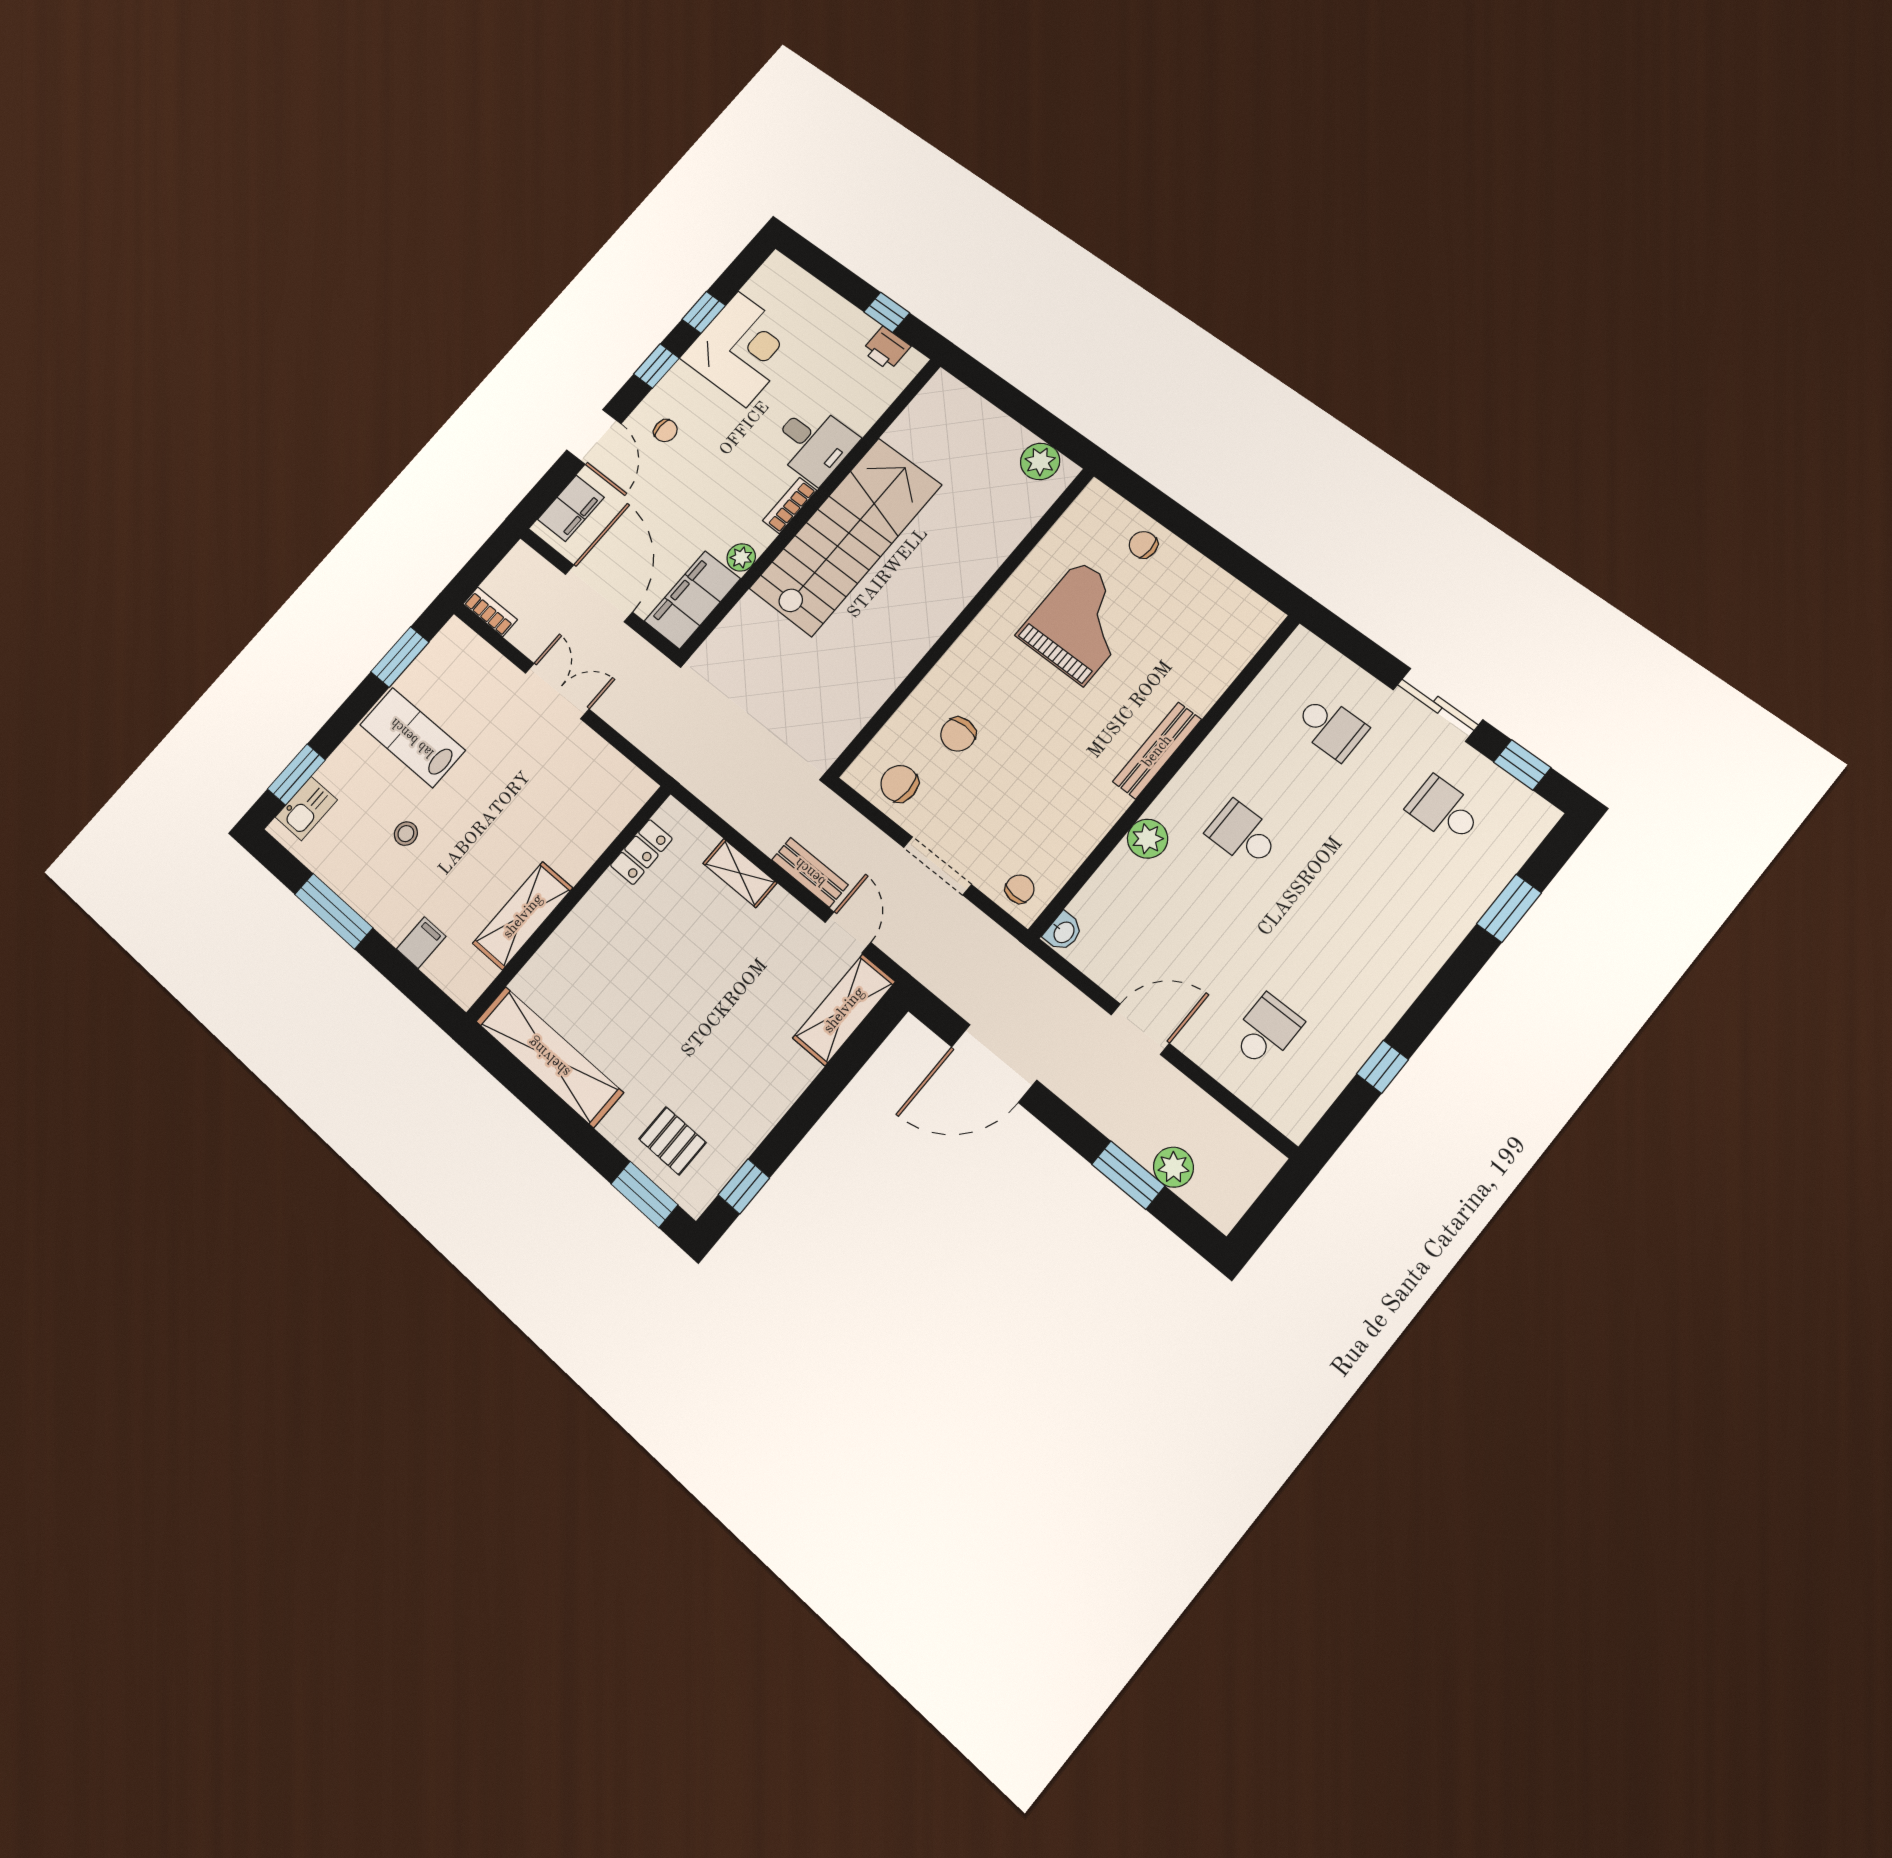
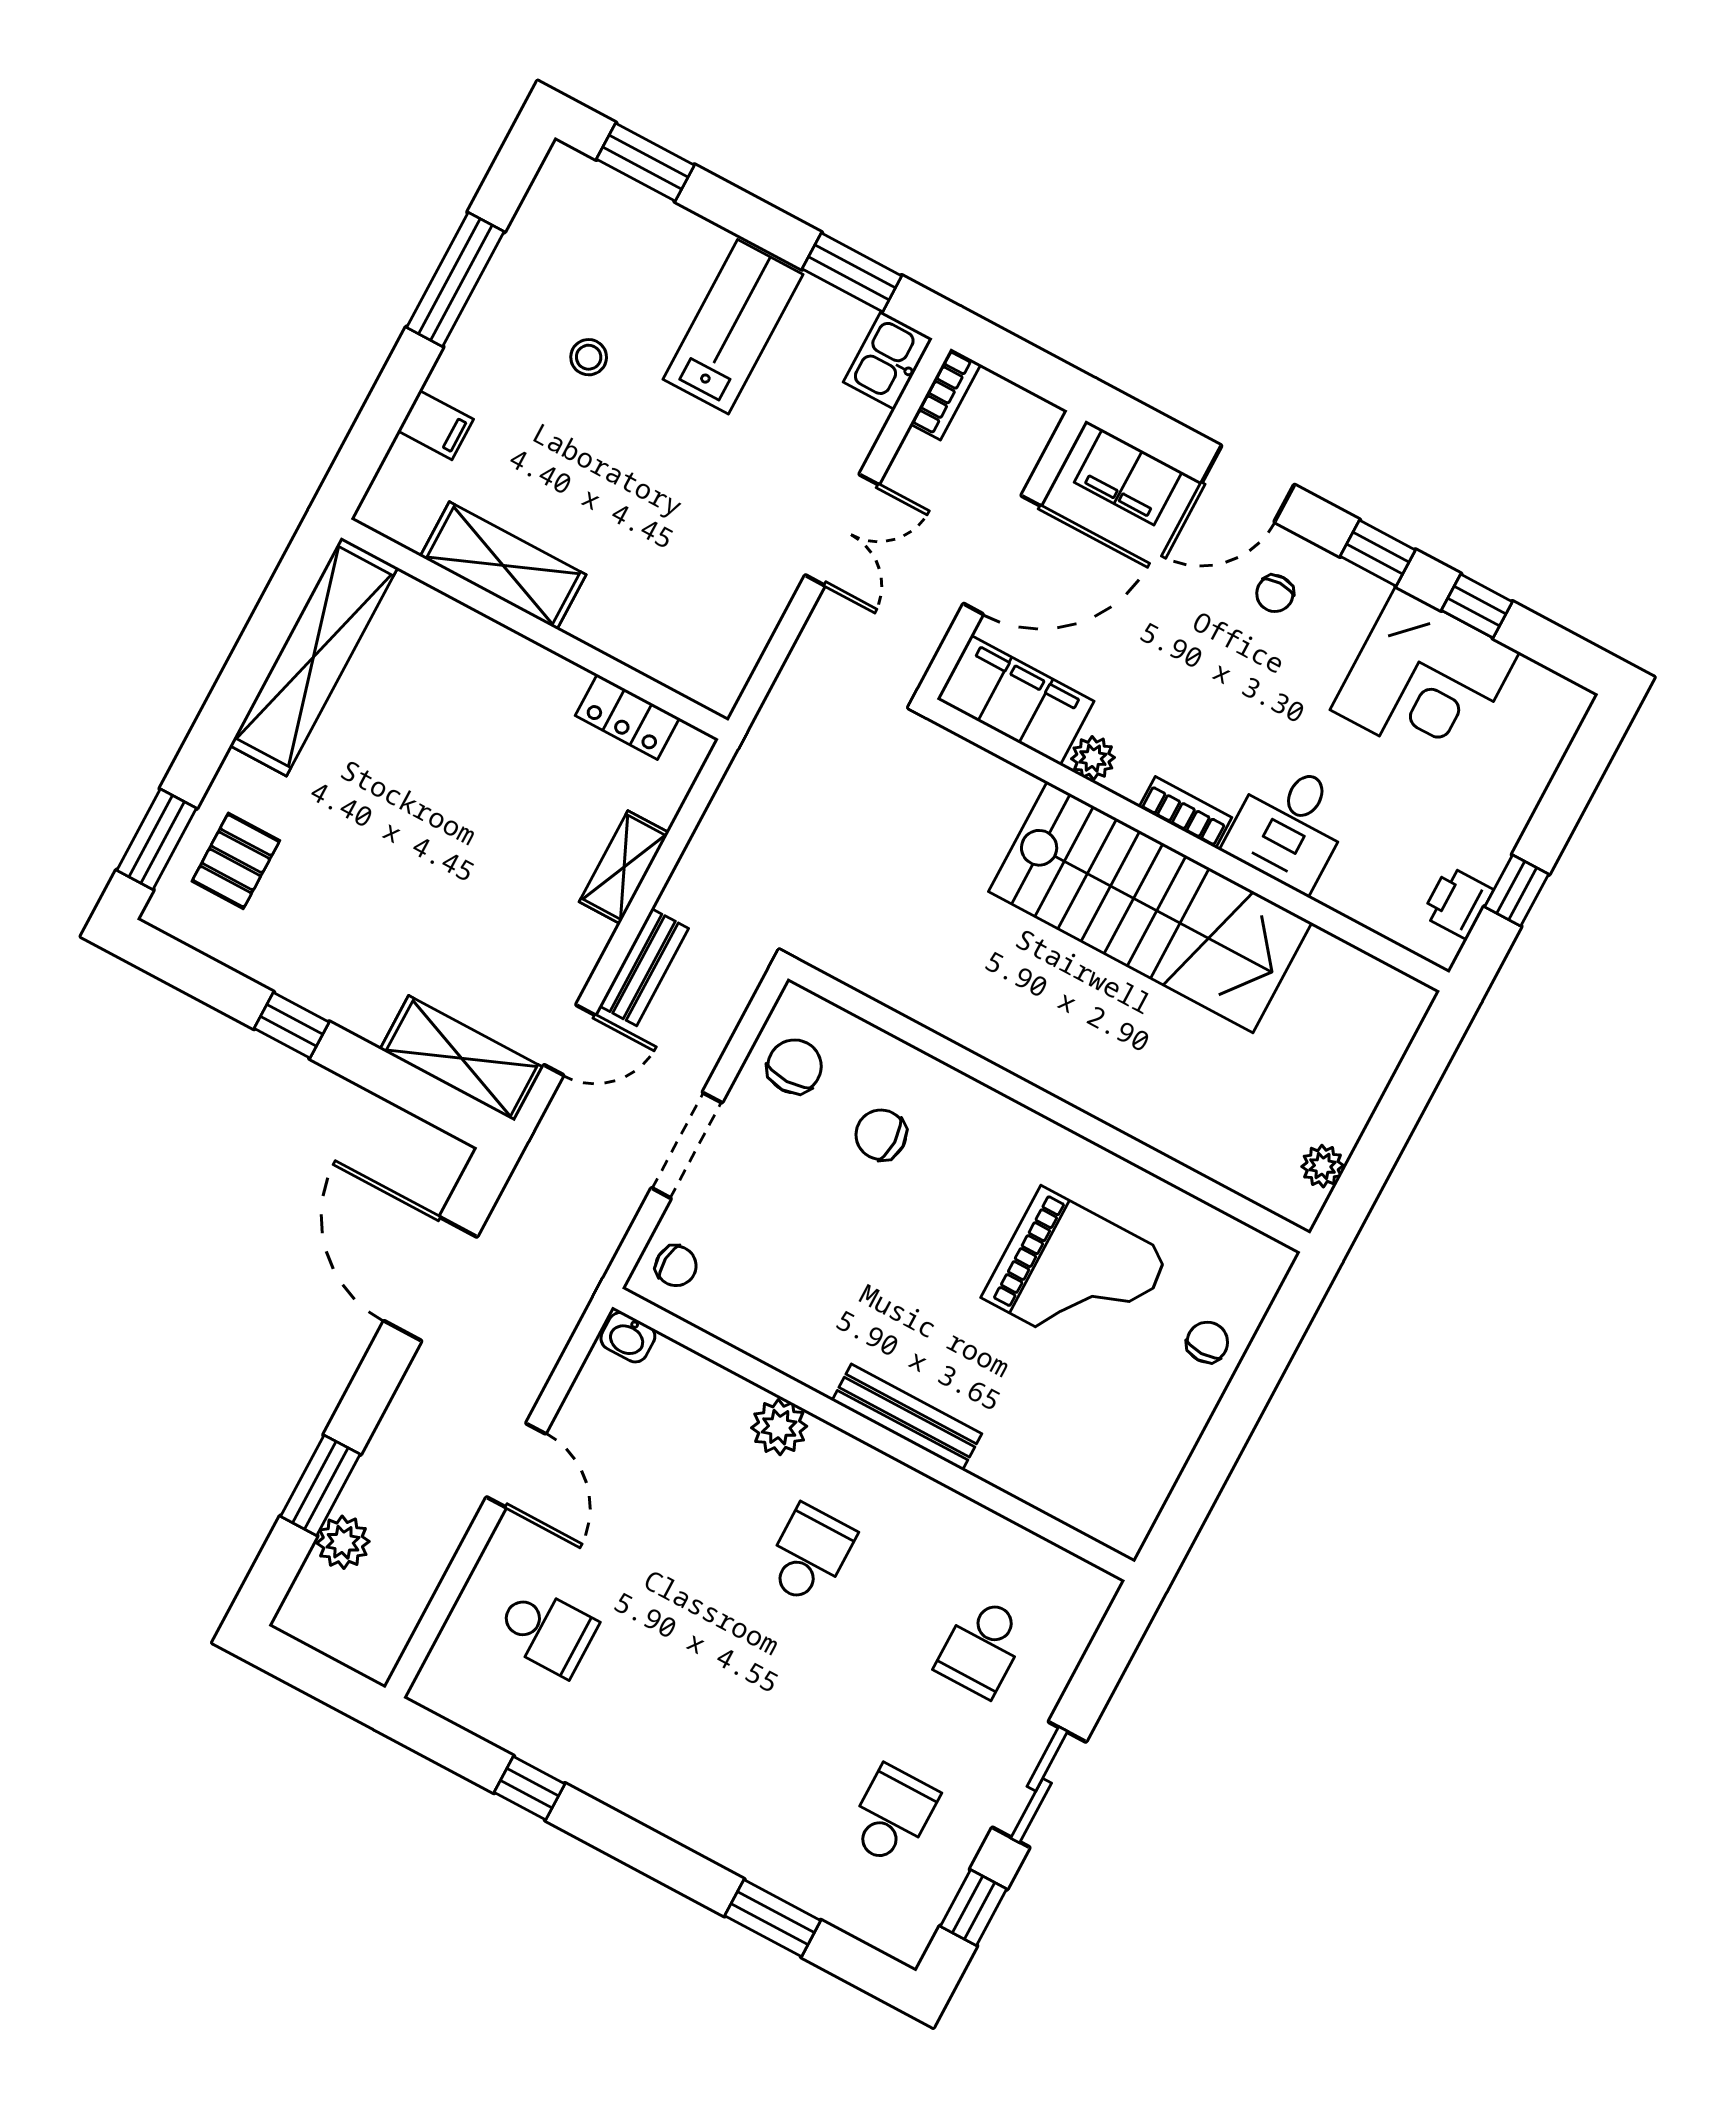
plant: (1040, 461) -> (1323, 1166), width x0.73, depth x0.73
kitchen sink: (306, 808) -> (888, 360), moved, turned 90
window: (744, 1186) -> (292, 1025), moved

